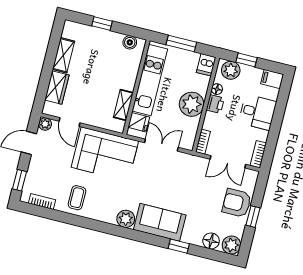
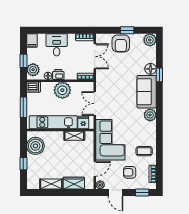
boiler: (130, 42) -> (35, 146), width x1.86, depth x1.86
armchair: (52, 170) -> (130, 172), added
floor lamp: (211, 241) -> (151, 69), moved

